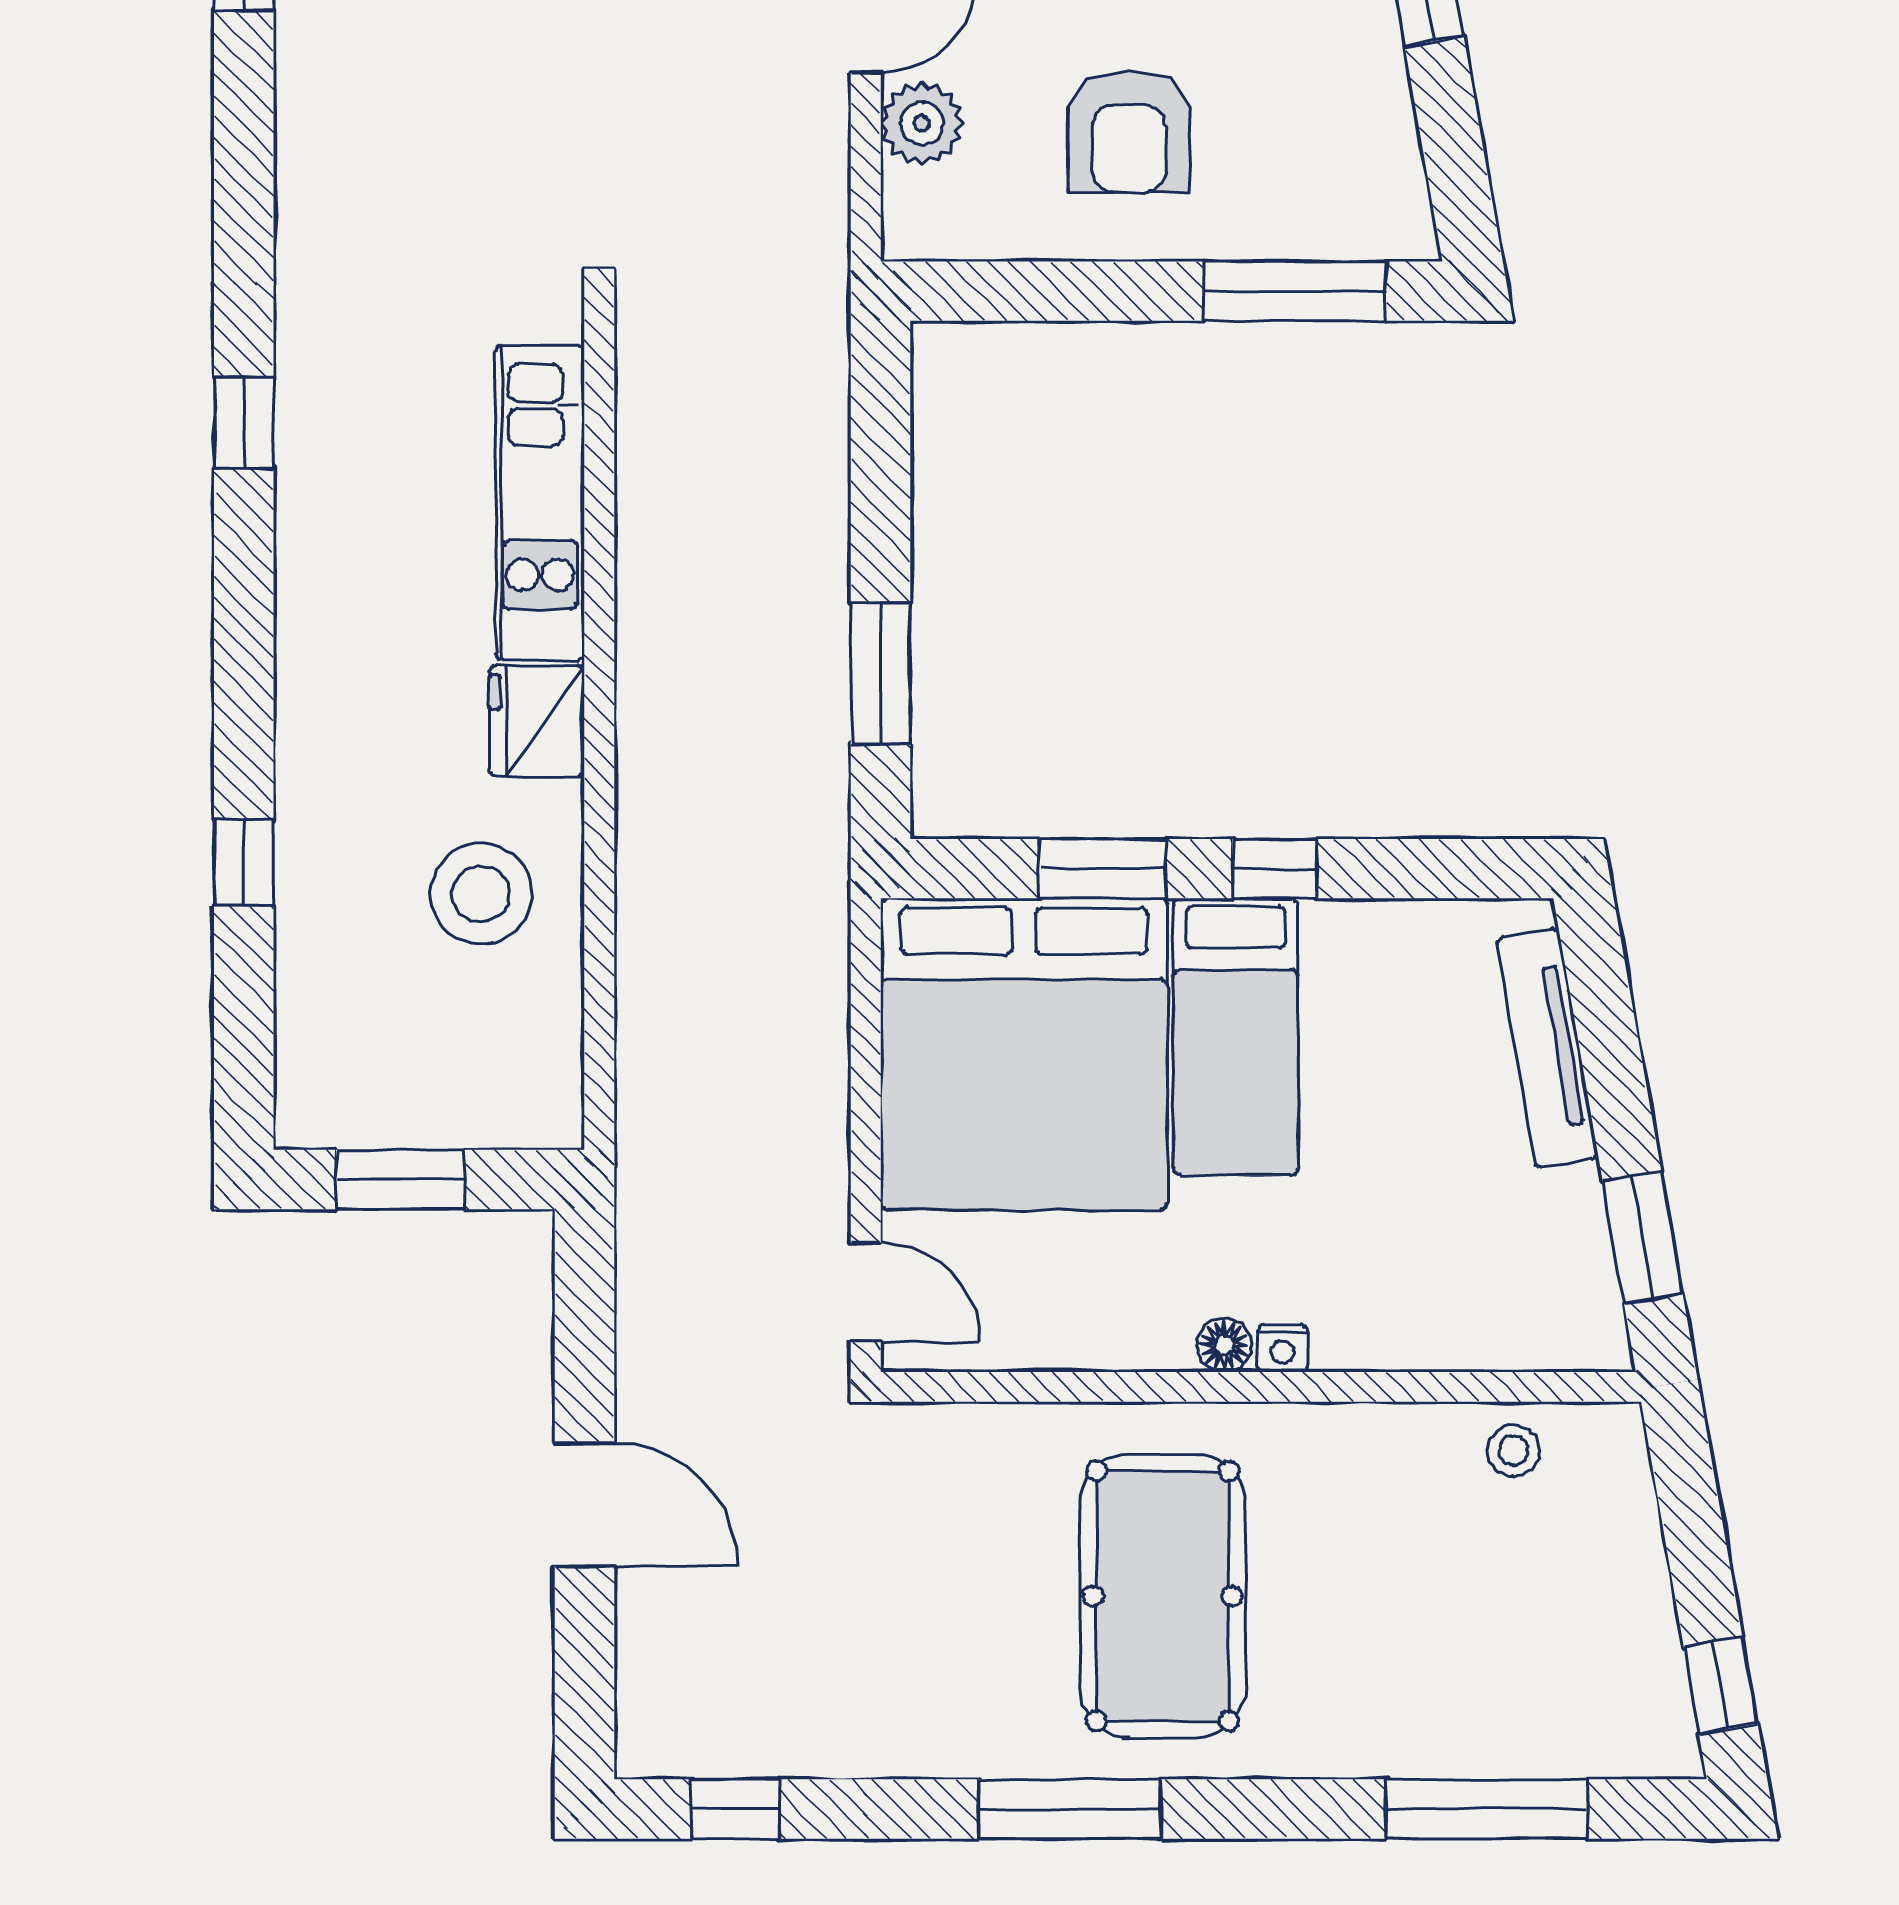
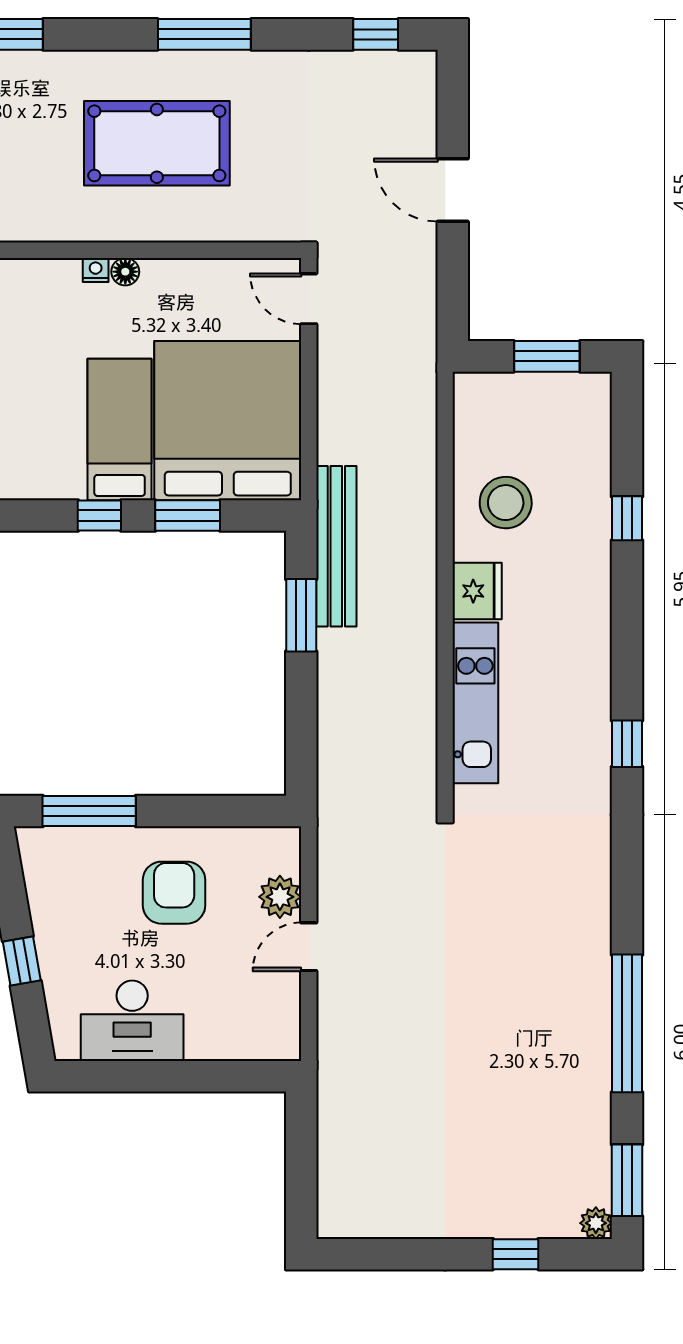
bench: (812, 809) -> (336, 546), added
pool table: (1163, 1596) -> (157, 143), turned 90

